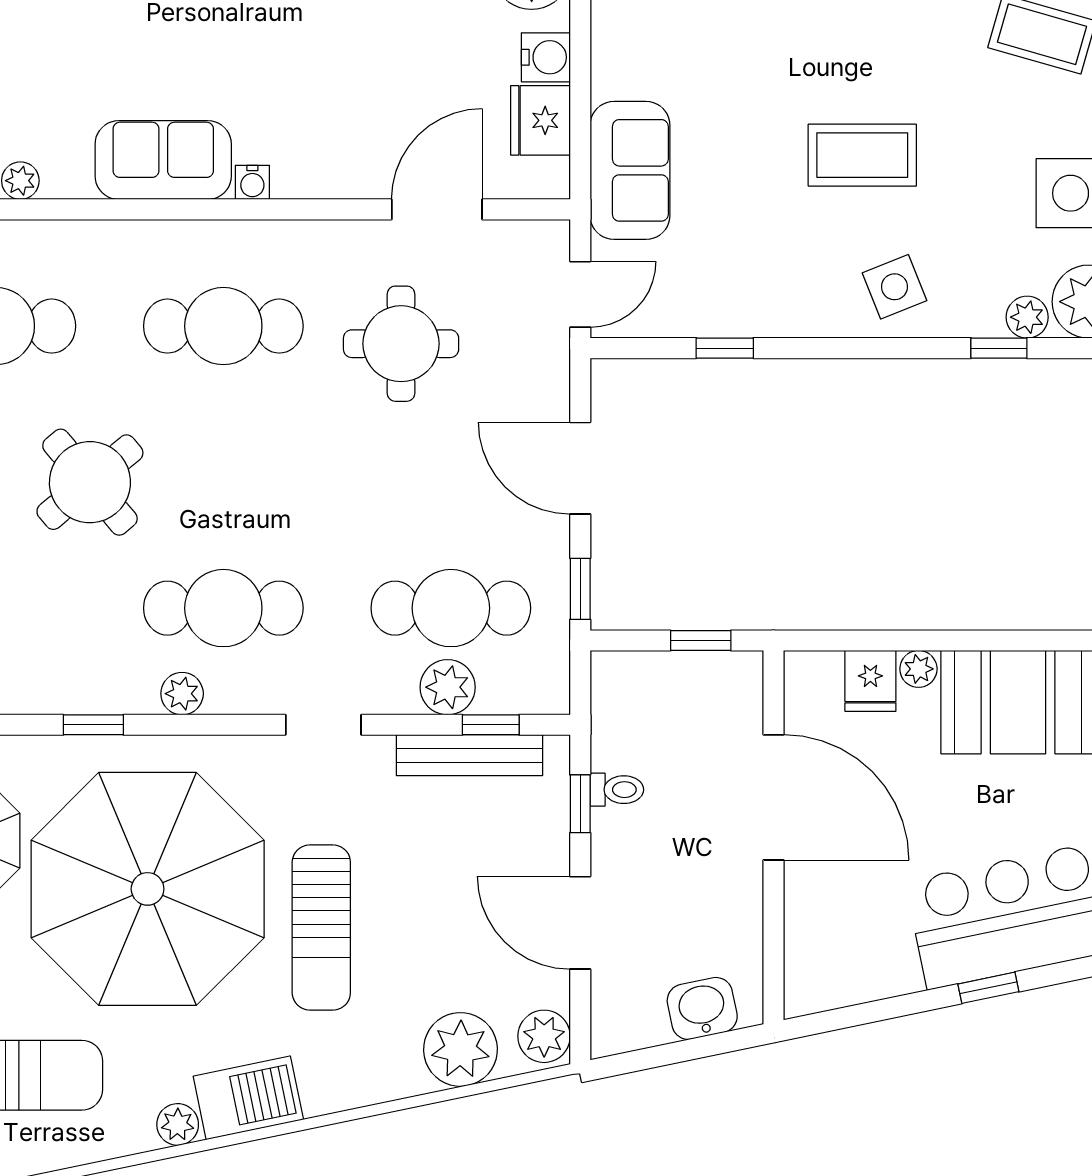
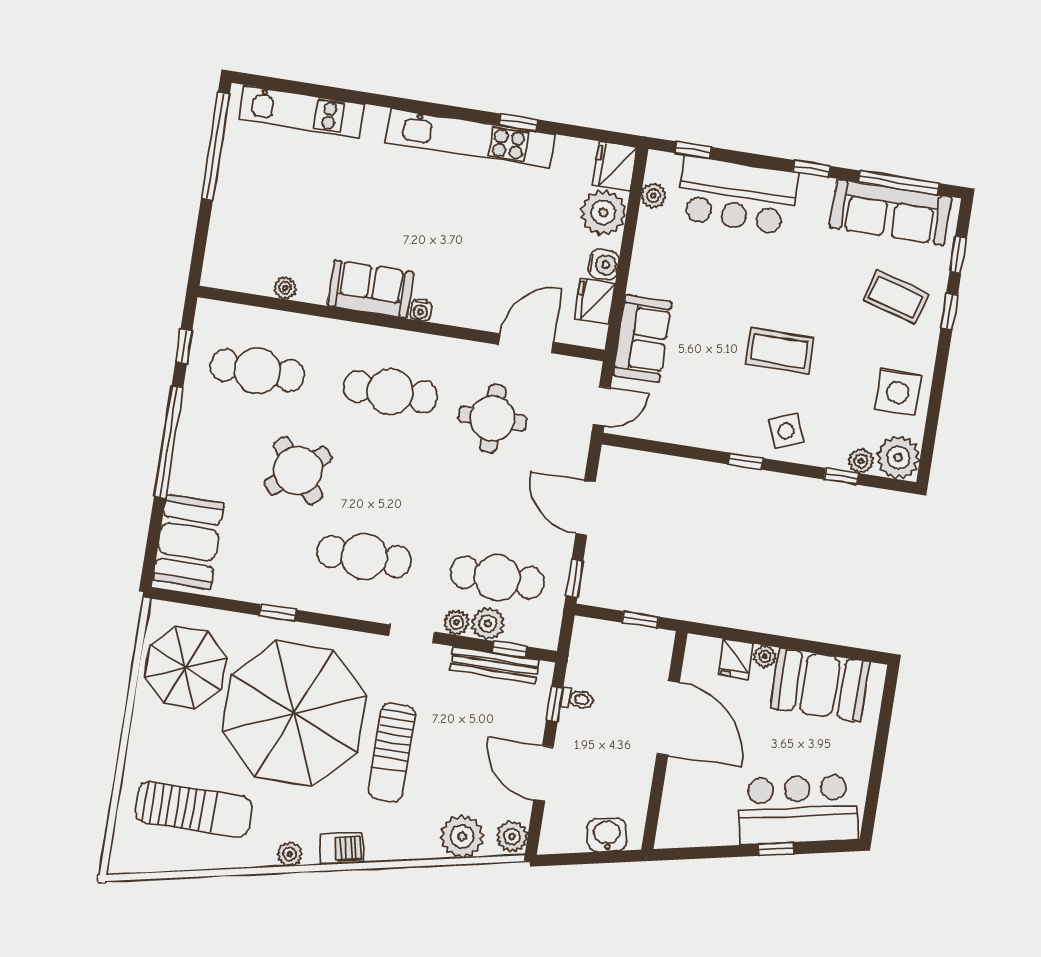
window: (725, 348) -> (745, 461), moved
plant: (182, 694) -> (456, 622), moved
barbecue: (248, 1098) -> (342, 849), width x0.73, depth x0.79

